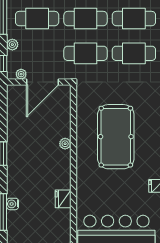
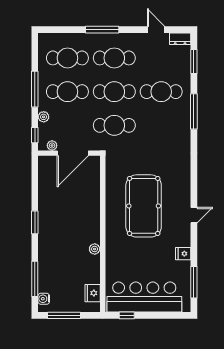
cafe table: (134, 53) -> (161, 125), removed
plant: (65, 144) -> (95, 249), moved
fridge: (63, 199) -> (93, 293), moved
water cooler: (13, 204) -> (44, 299), moved

